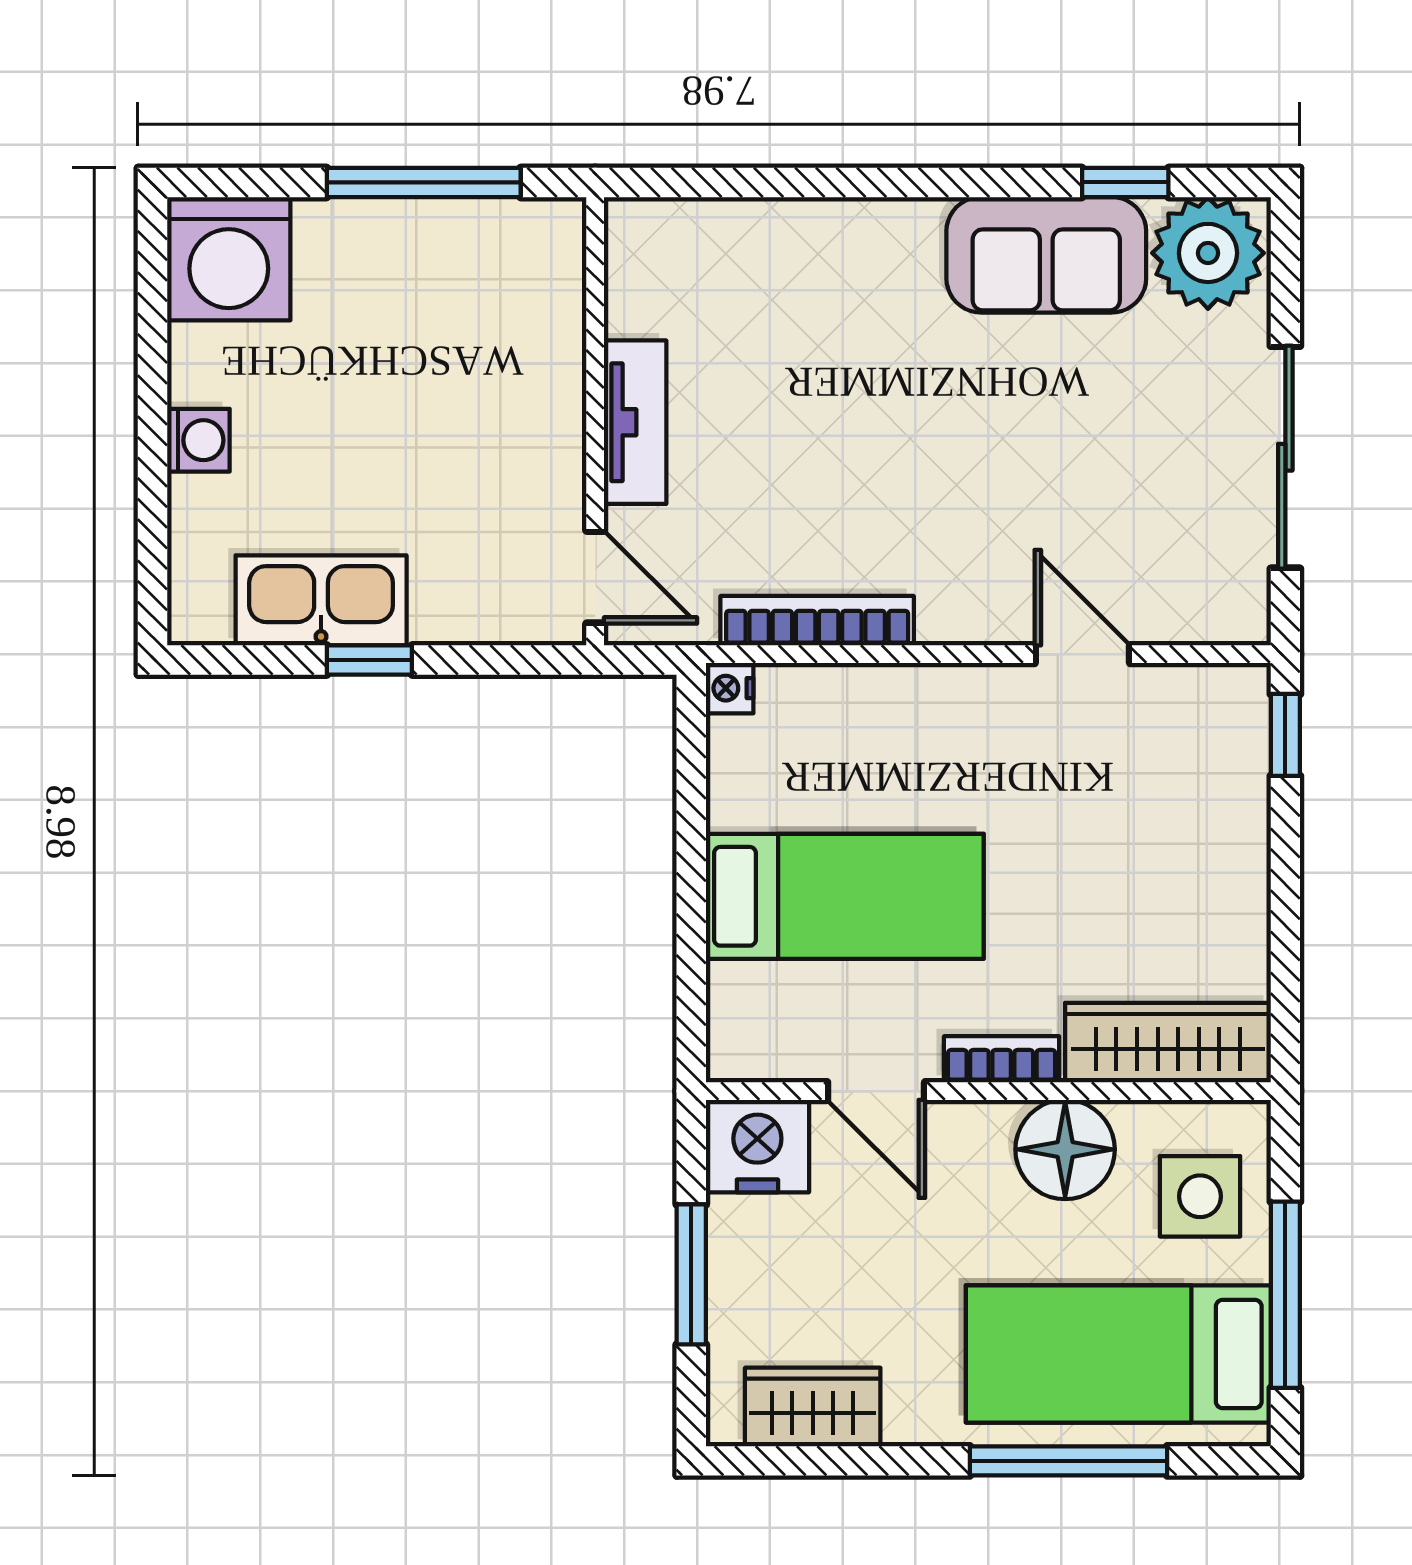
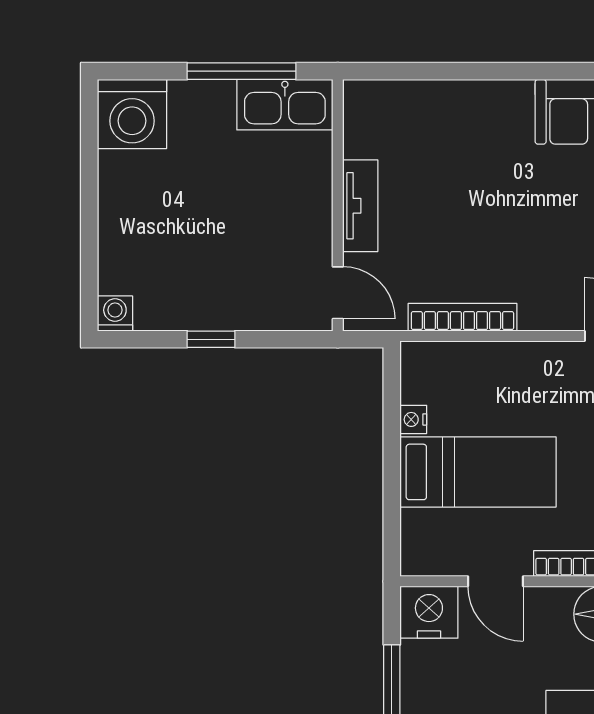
washing machine: (198, 440) -> (115, 314), moved, turned -90
kitchen sink: (321, 600) -> (285, 105), moved, turned 180
nightstand: (730, 688) -> (413, 419), moved

